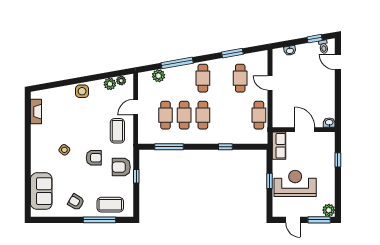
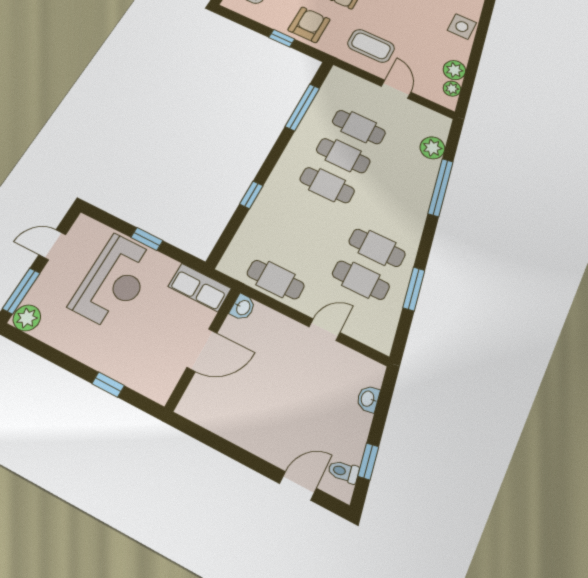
cafe table: (203, 78) -> (377, 248), moved
washbasin: (329, 123) -> (243, 307), moved

